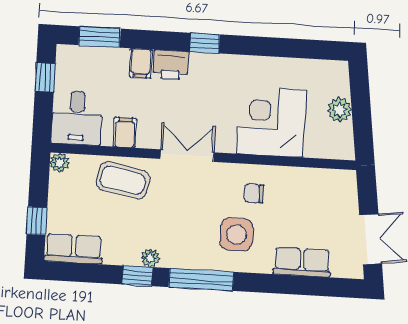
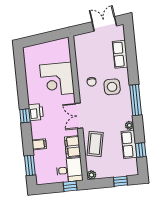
printer: (171, 65) -> (36, 112), moved
window: (45, 77) -> (70, 186), moved
plant: (340, 110) -> (46, 48), removed
filing cabinet: (125, 132) -> (73, 147), width x2.00
row of seats: (74, 249) -> (129, 144), moved
window: (137, 276) -> (141, 150), moved

